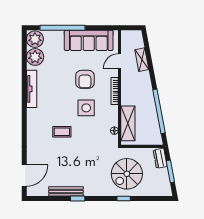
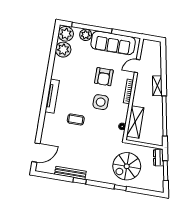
plant: (57, 37) -> (86, 35), added
shelving: (142, 60) -> (157, 86), moved
tv unit: (32, 89) -> (52, 96), moved

